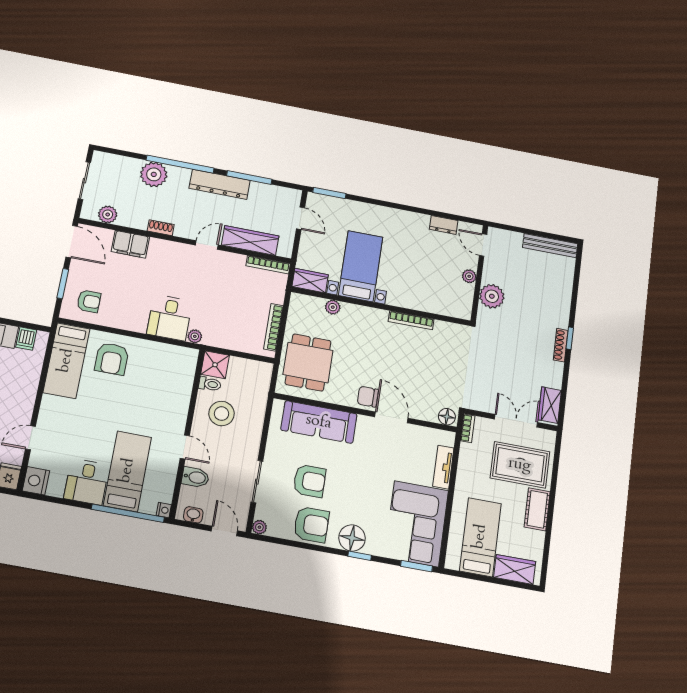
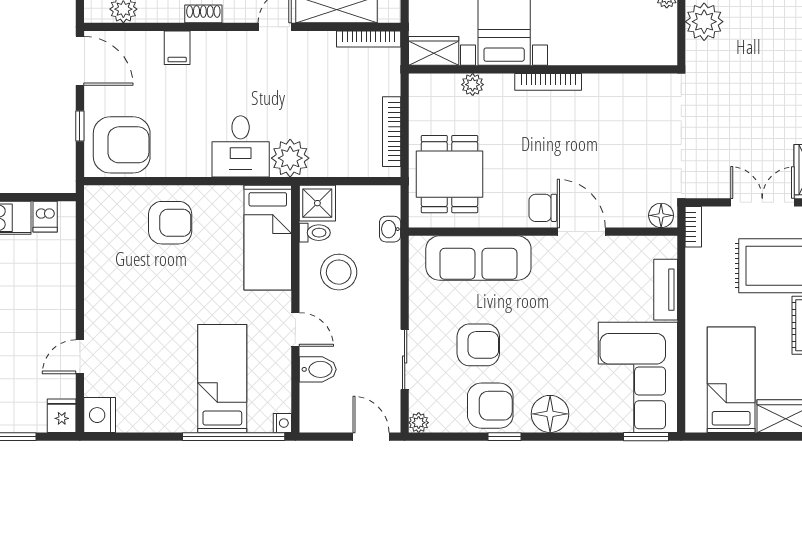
filing cabinet: (130, 244) -> (177, 48), width x0.50
window: (63, 284) -> (80, 126), width x0.67
armchair: (89, 301) -> (122, 145), width x1.88, depth x1.88
bookcase: (411, 320) -> (548, 82), moved
plant: (195, 336) -> (290, 158), width x1.88, depth x1.88
armchair: (112, 359) -> (170, 223), turned -90
bed: (66, 361) -> (268, 238), moved
desk: (87, 482) -> (169, 404), removed
washbasin: (193, 515) -> (390, 229), moved, turned -90
window: (360, 556) -> (504, 437), moved

